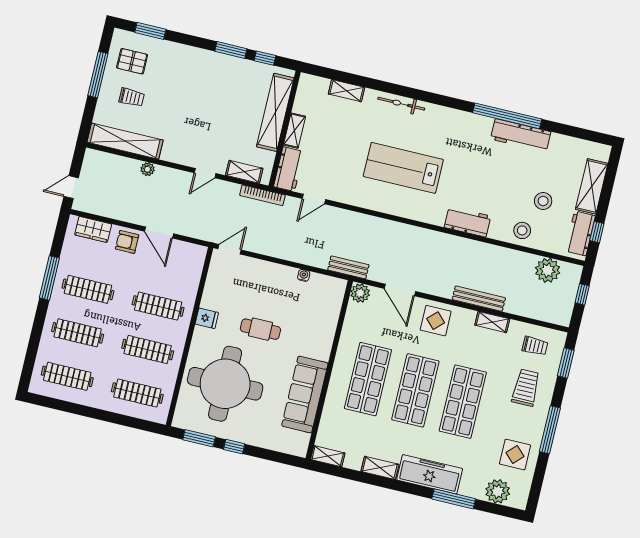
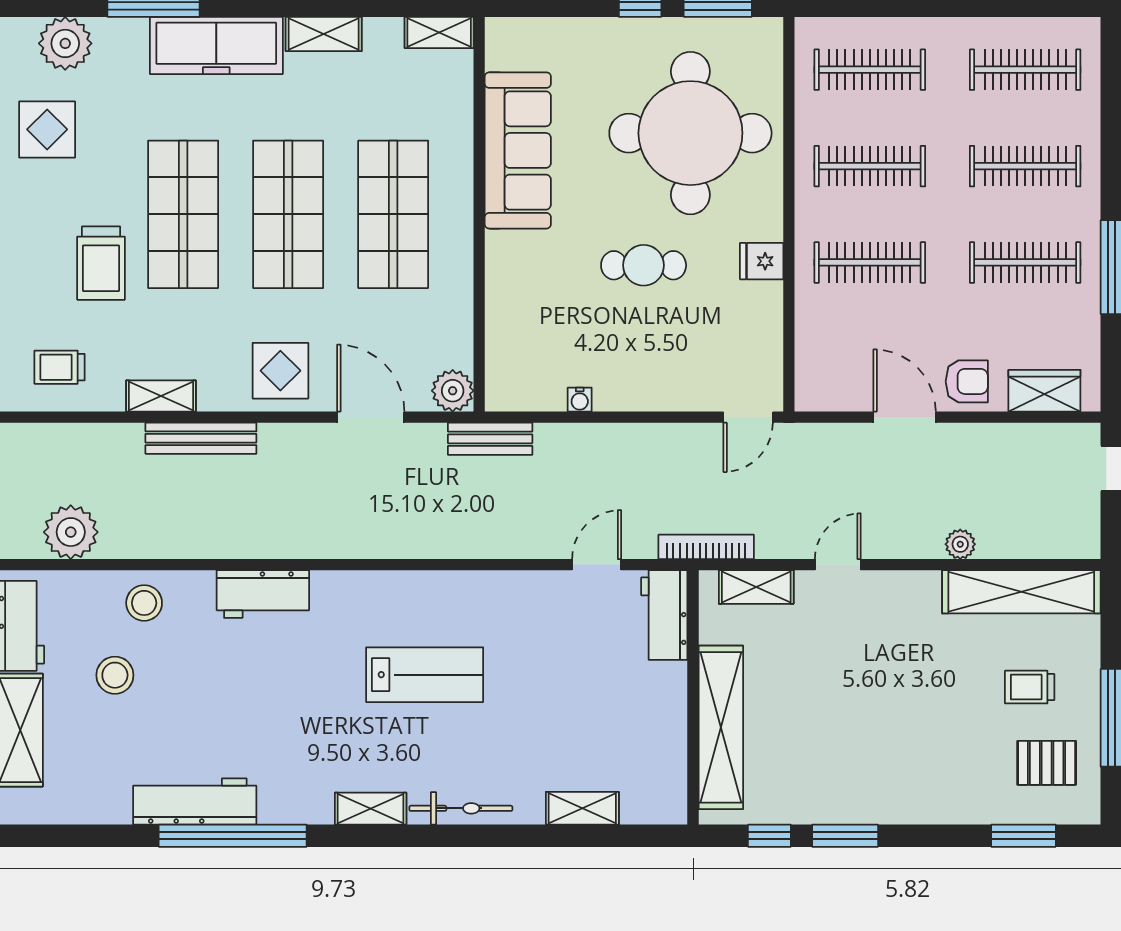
shelving: (294, 131) -> (371, 809), moved, turned 90
lab bench: (403, 168) -> (425, 675), width x0.73, depth x0.72
trolley: (526, 388) -> (101, 263), moved

